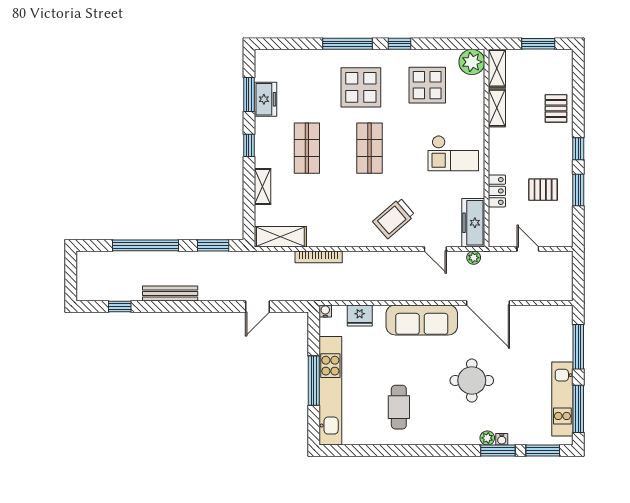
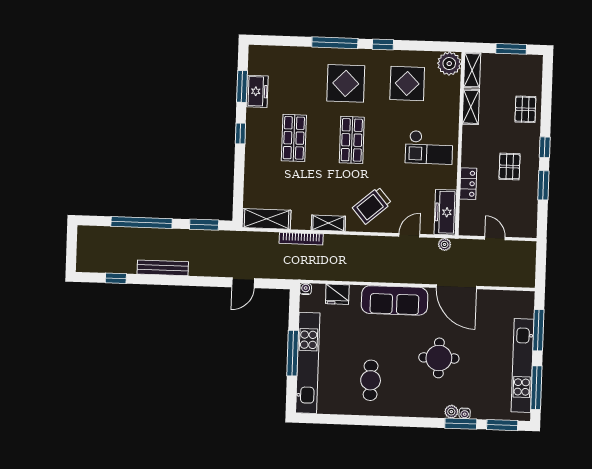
shelving: (263, 186) -> (328, 223), moved, turned 90
pallet: (543, 190) -> (510, 166), moved, turned 90
door: (435, 249) -> (409, 235), swing flipped
kitchen unit: (562, 399) -> (522, 365), width x1.36

